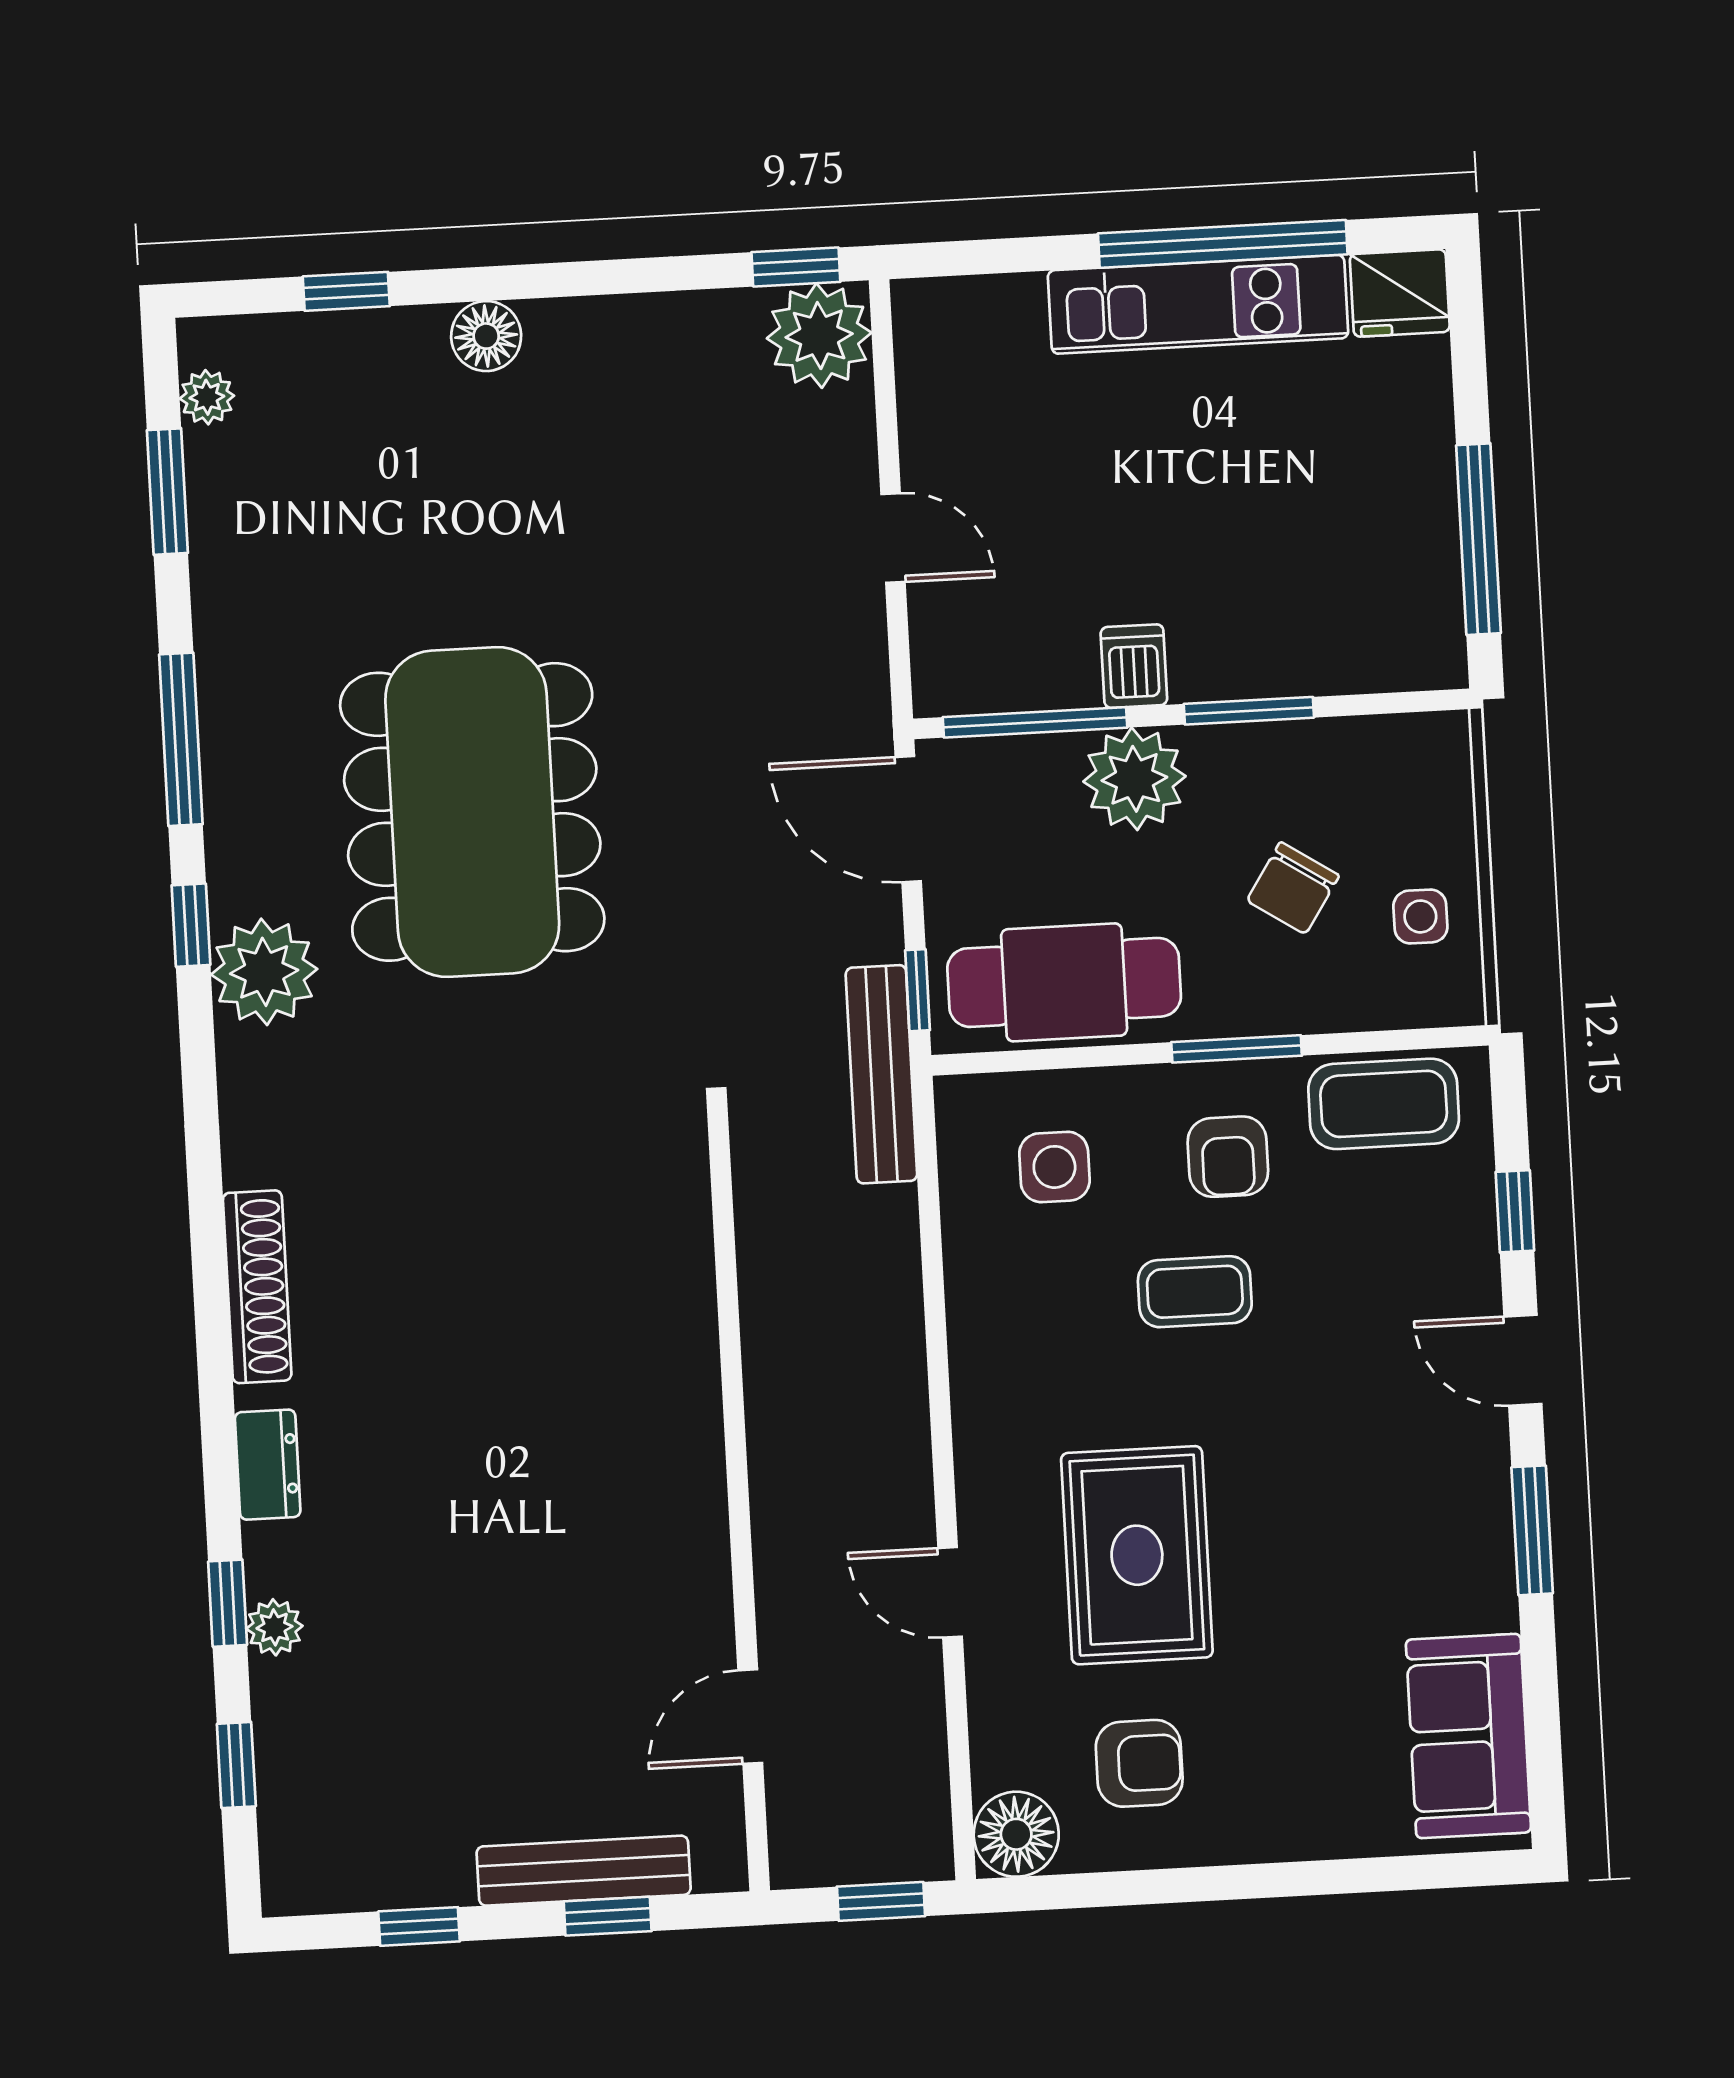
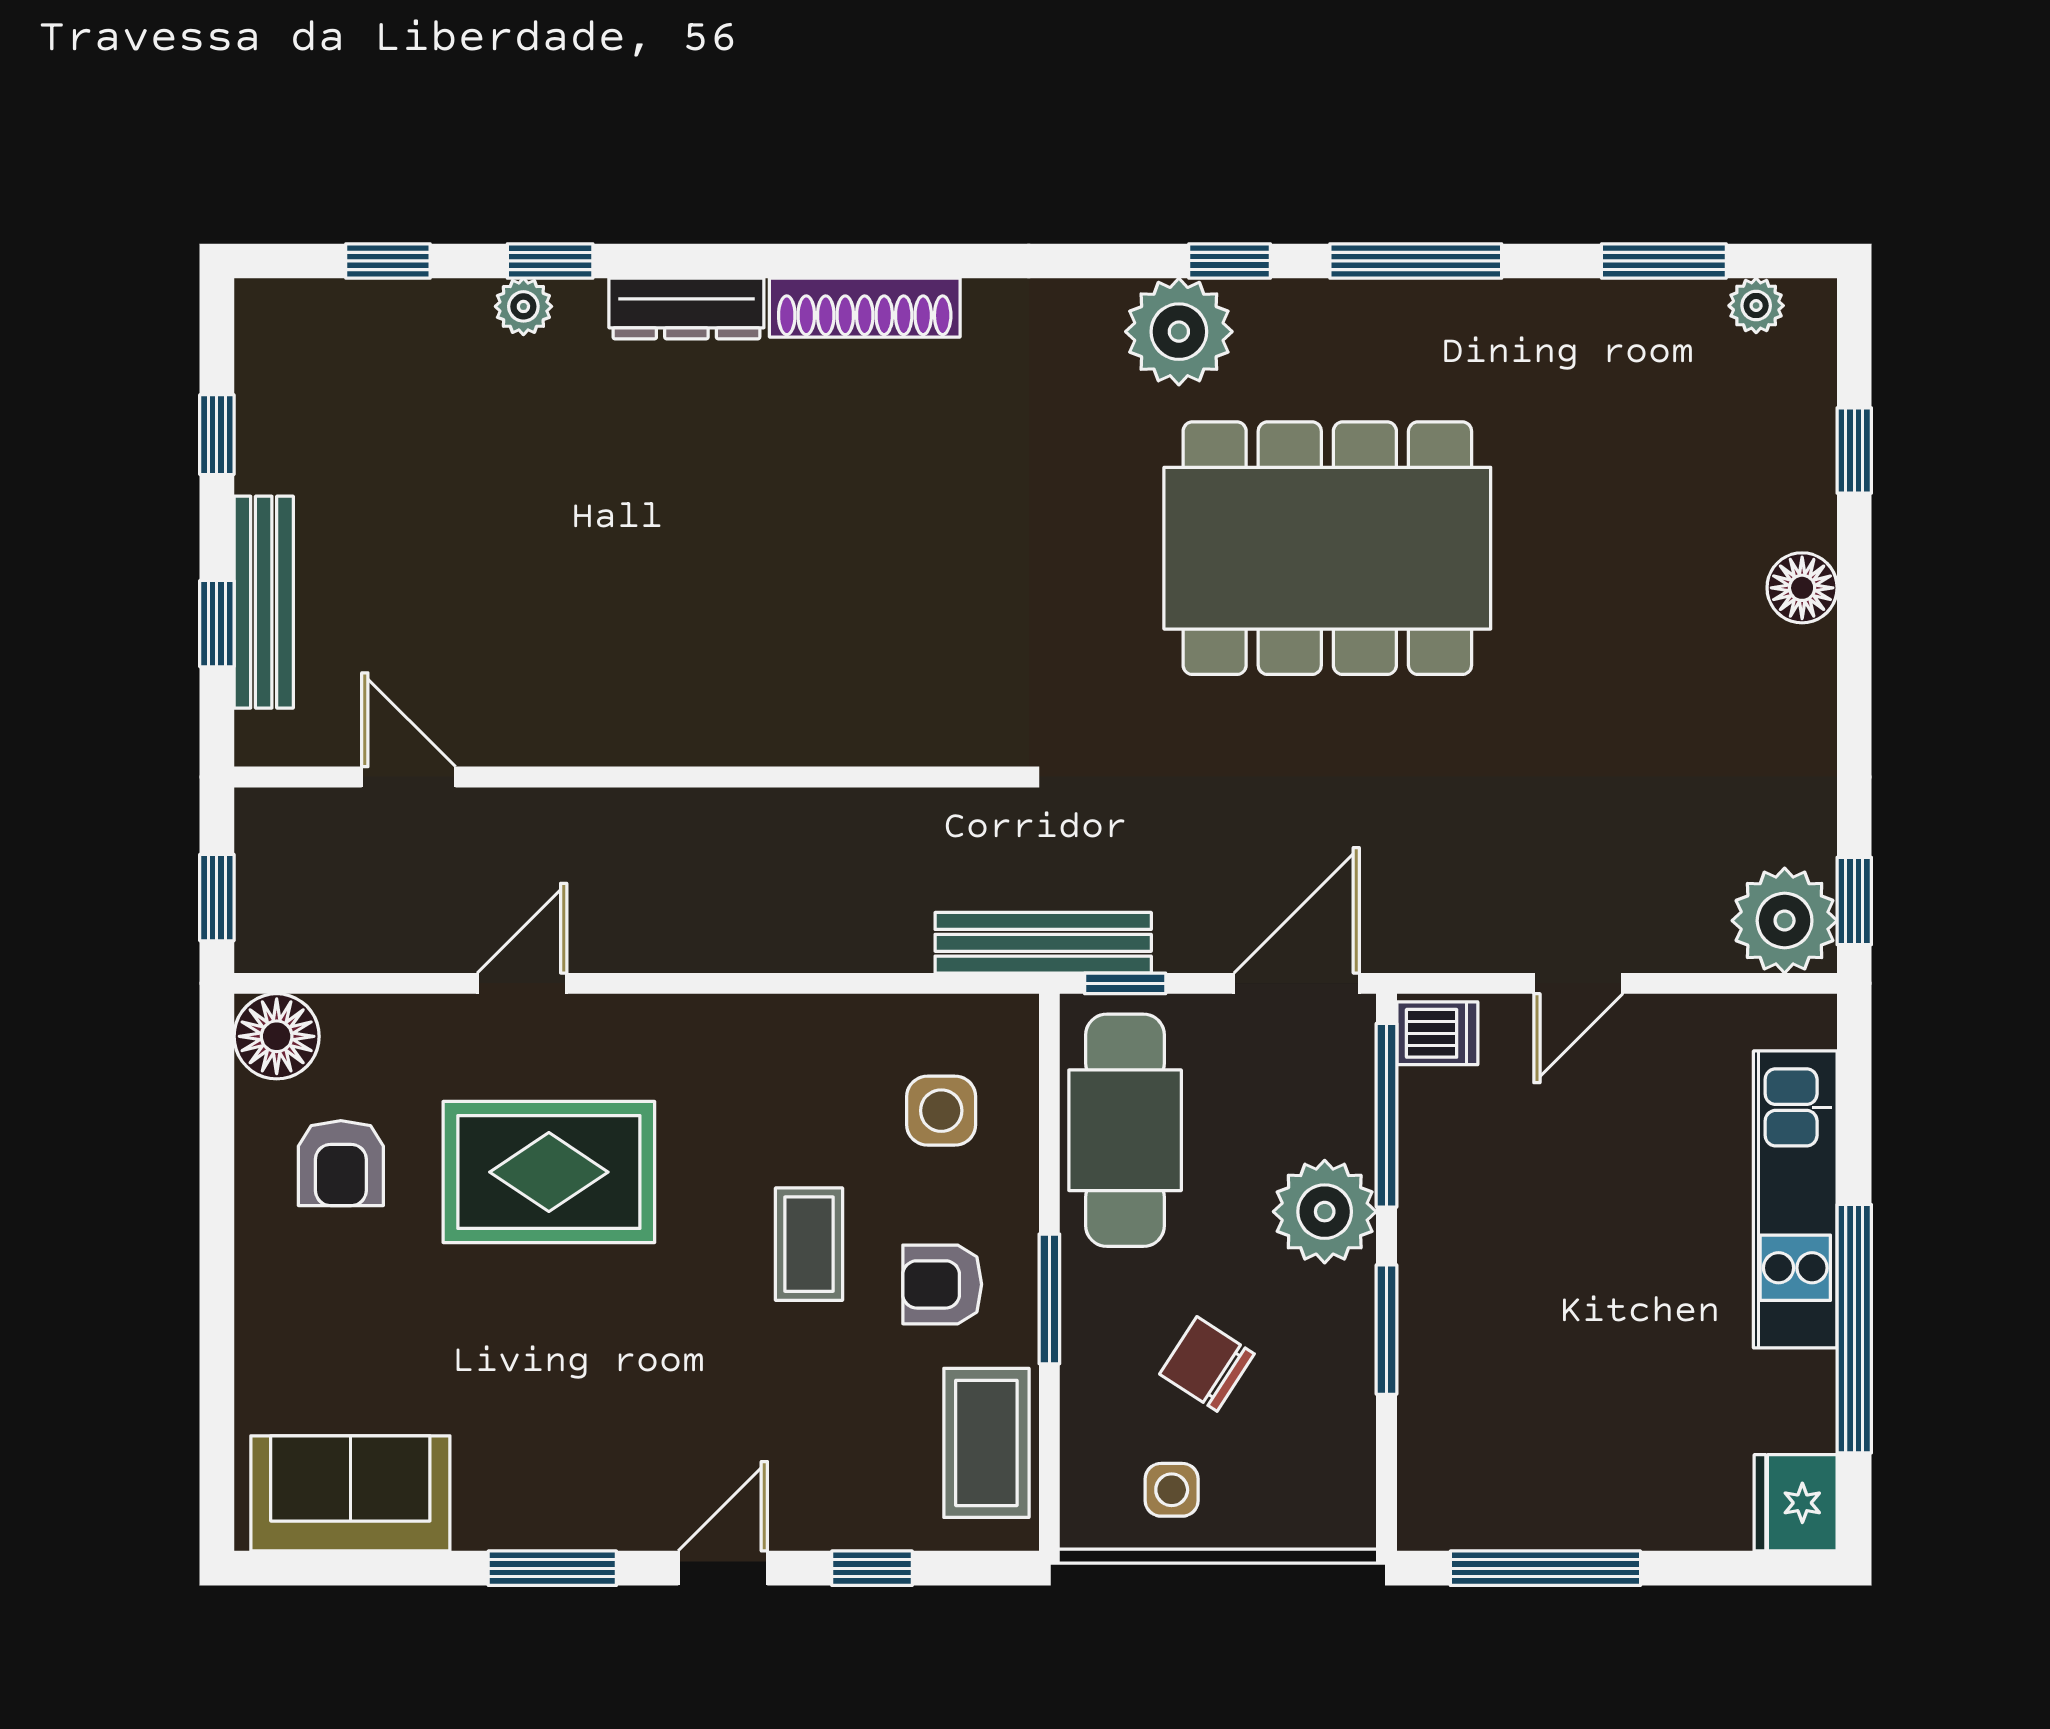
kitchen unit: (1198, 304) -> (1795, 1199), moved
dishwasher: (1134, 666) -> (1437, 1033), moved
dresser: (268, 1465) -> (686, 308), width x1.44

